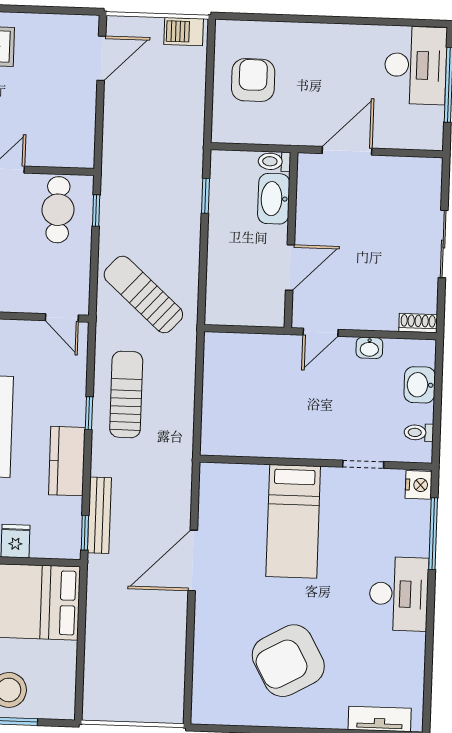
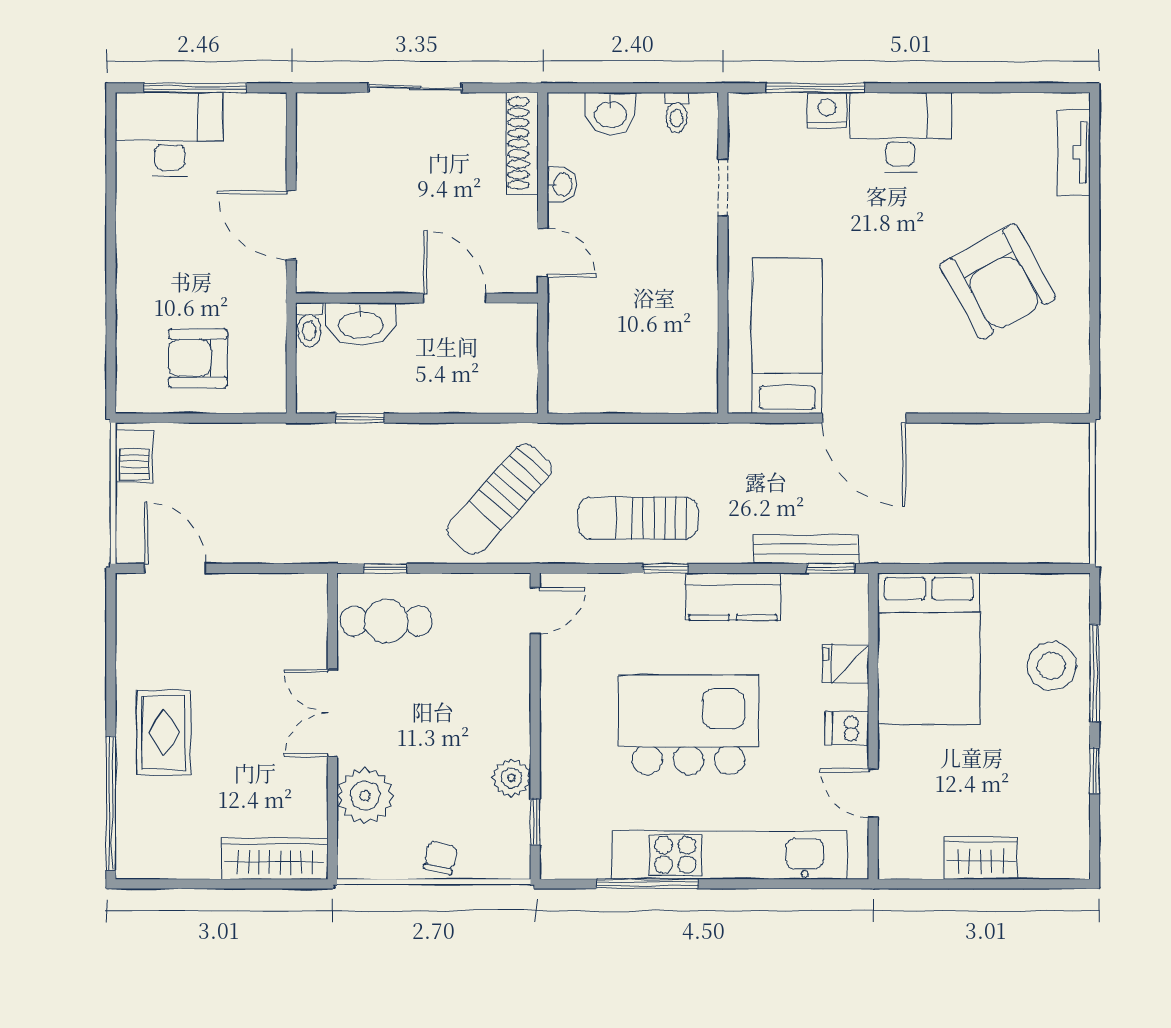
shoe rack: (418, 323) -> (522, 143), width x1.94, depth x1.24
nightstand: (419, 485) -> (827, 110), moved
bed: (293, 521) -> (787, 336), moved, turned -90

